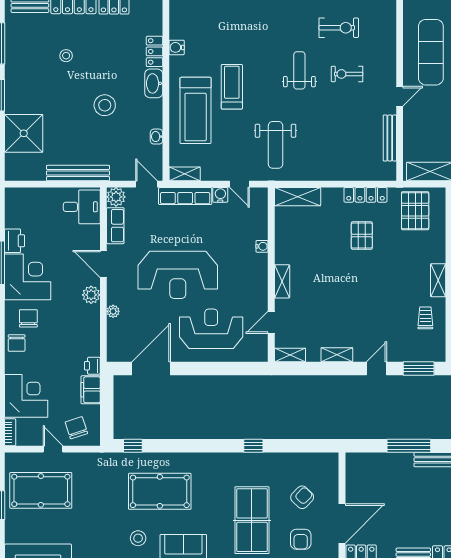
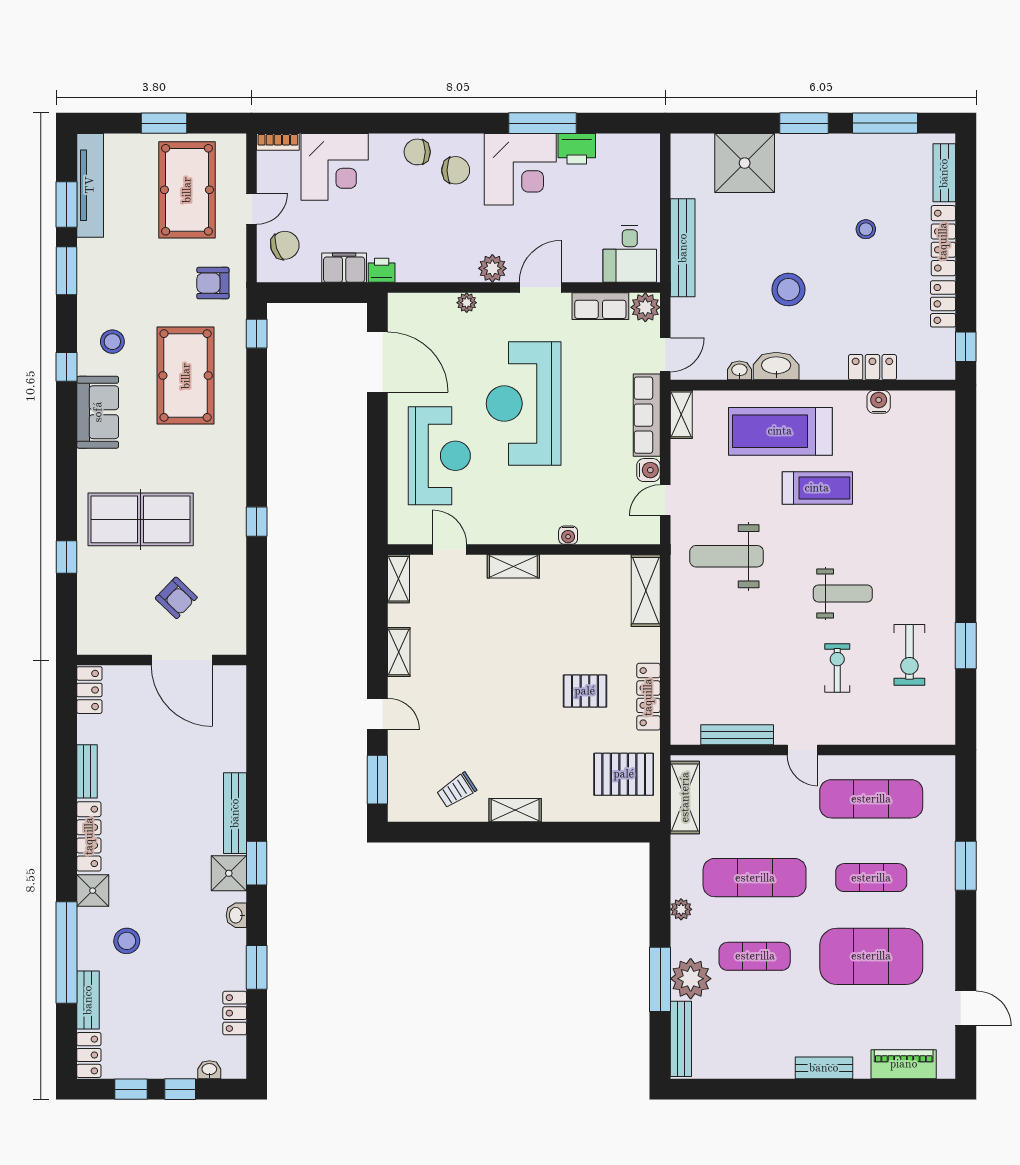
washbasin: (154, 83) -> (776, 366), moved
trolley: (425, 318) -> (457, 790), turned 147
window: (409, 446) -> (257, 764), removed
door: (342, 524) -> (182, 660), moved
armchair: (301, 539) -> (213, 283), moved

